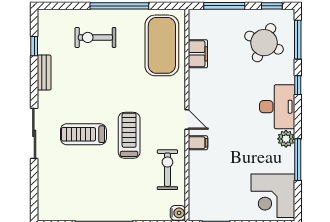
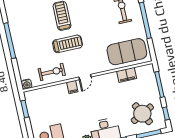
round table: (264, 43) -> (142, 114), turned 37

